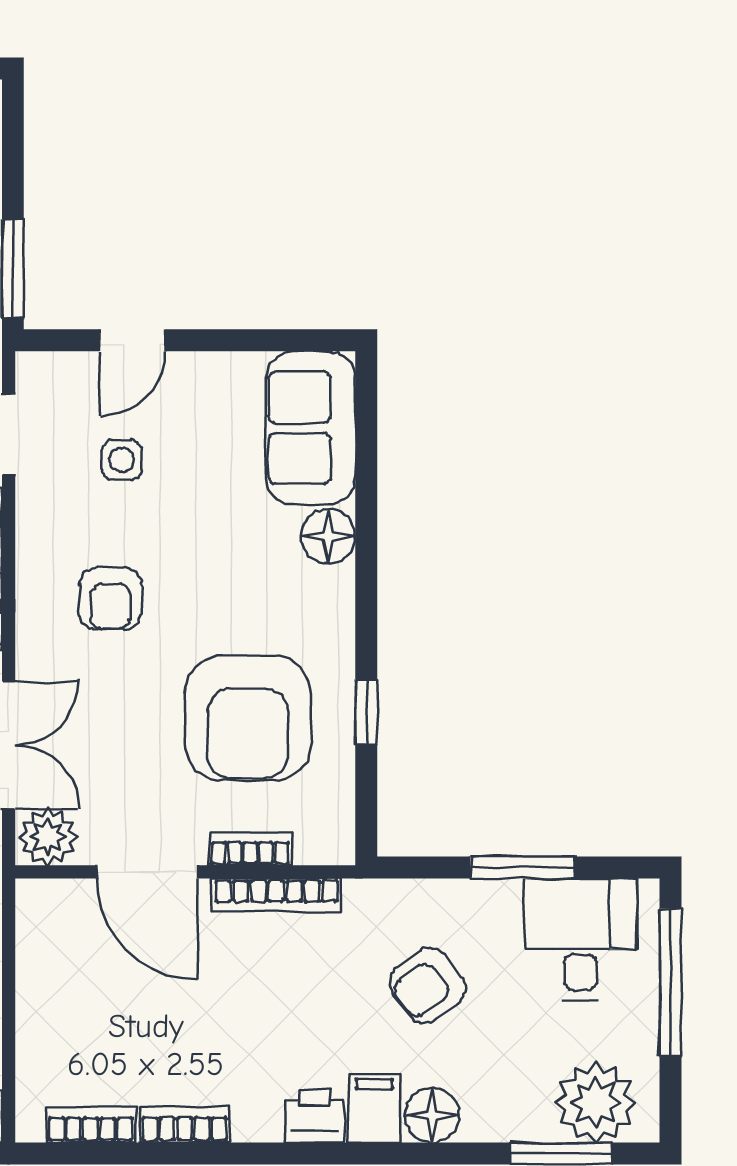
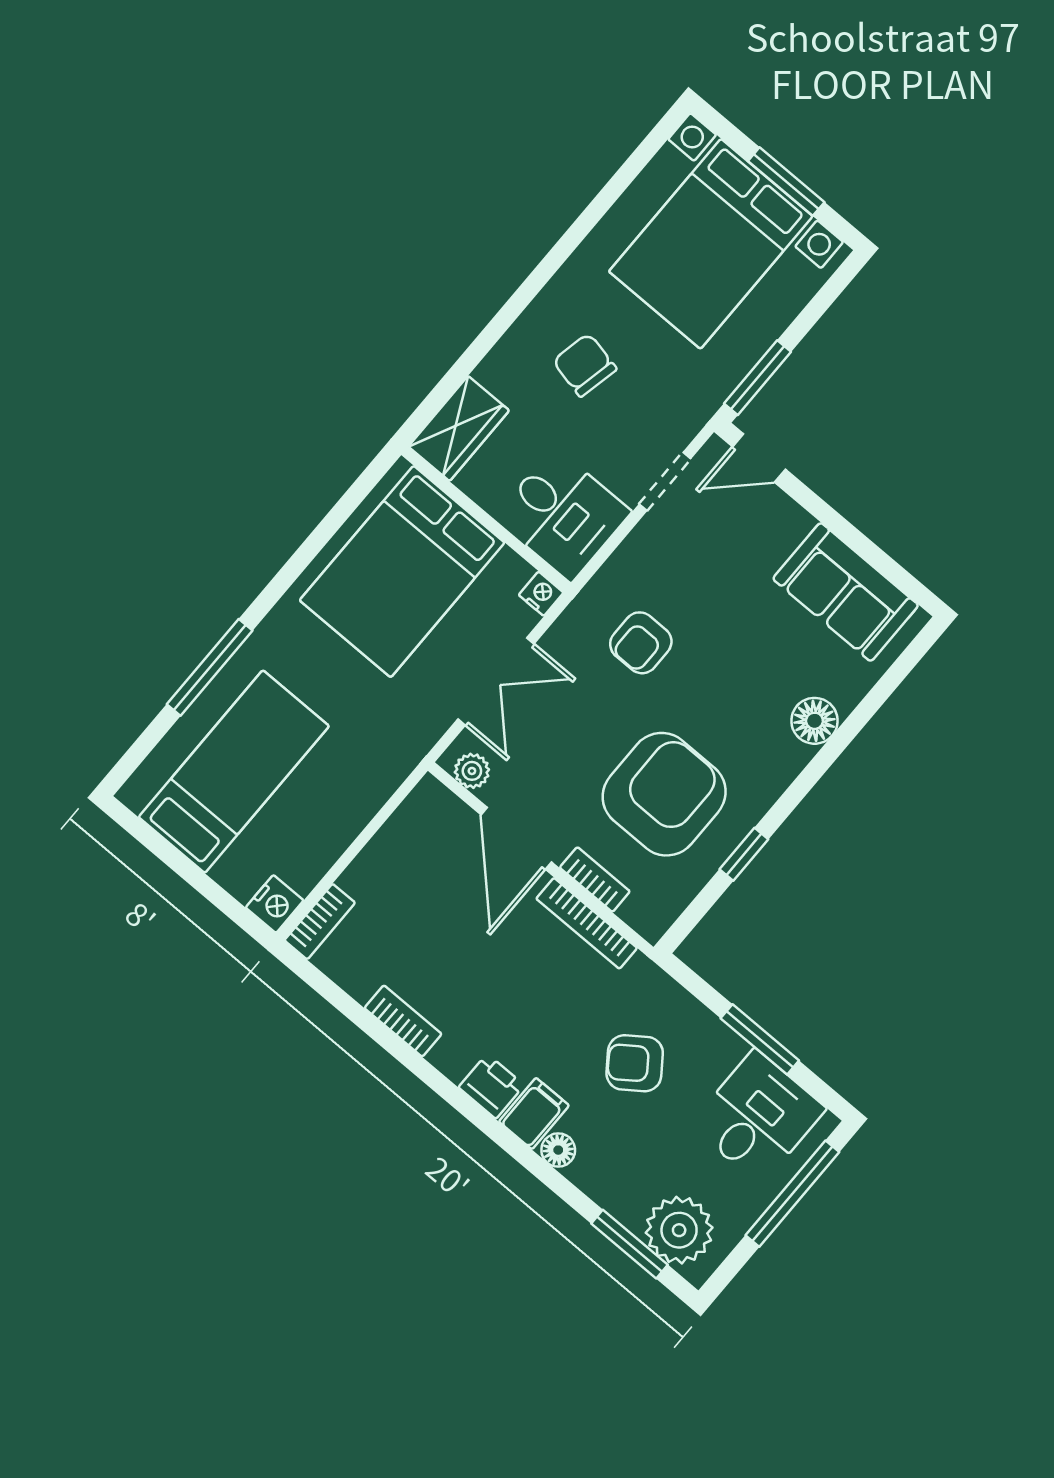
door: (132, 340) -> (759, 458), moved
sofa: (311, 428) -> (846, 592), moved, turned -90
side table: (122, 460) -> (724, 560), removed
armchair: (248, 718) -> (664, 794), turned 180
plant: (48, 837) -> (472, 771), width x0.73, depth x0.73
floor lamp: (432, 1115) -> (558, 1150), width x0.73, depth x0.73
bookcase: (91, 1125) -> (320, 922), moved, turned 90

